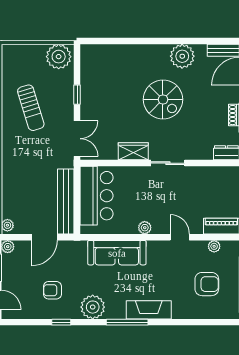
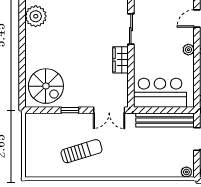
plant: (59, 57) -> (36, 126), removed
spiral stairs: (163, 99) -> (46, 86), moved, turned 90
double door: (77, 139) -> (109, 110), swing flipped

